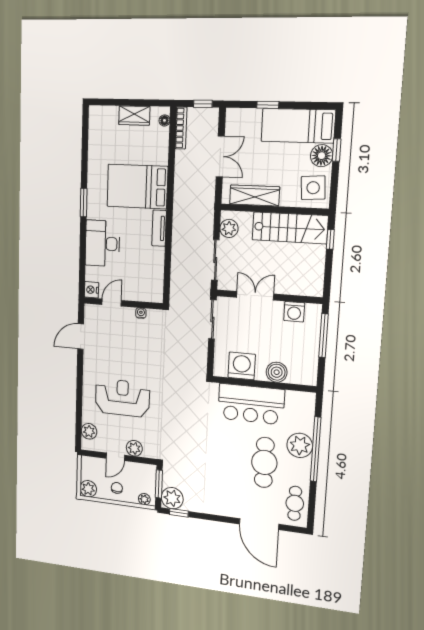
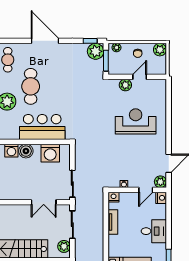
tv unit: (159, 228) -> (113, 222), moved
desk: (102, 243) -> (154, 231), width x0.73
nightstand: (156, 296) -> (114, 197), added
washing machine: (294, 312) -> (11, 151), moved, turned 180
reception desk: (122, 398) -> (136, 121), turned 180
plant: (89, 431) -> (160, 182), moved
door: (259, 524) -> (45, 41), moved

